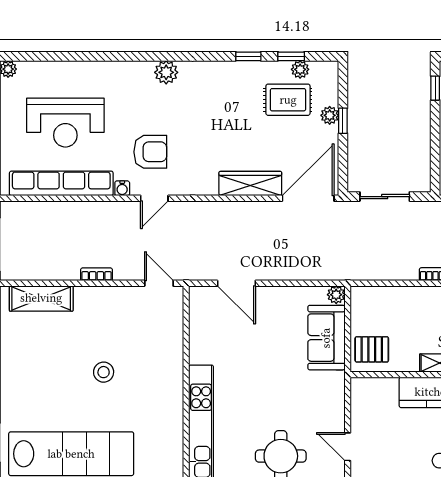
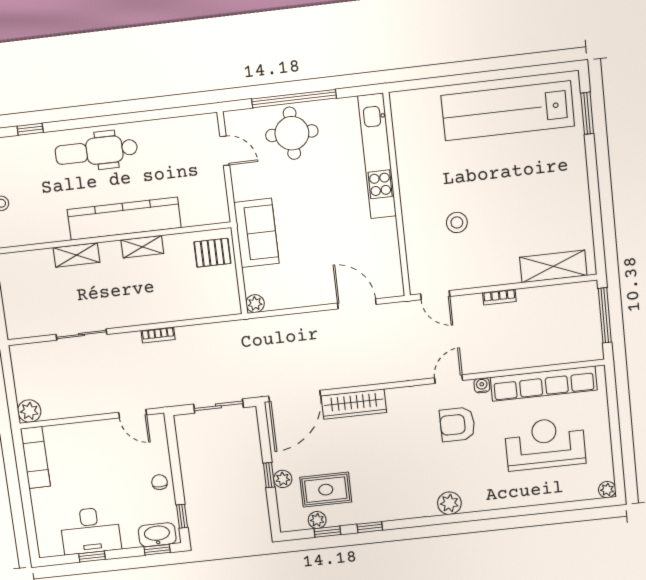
sofa: (326, 338) -> (256, 233), moved
stool: (104, 372) -> (457, 222), moved

